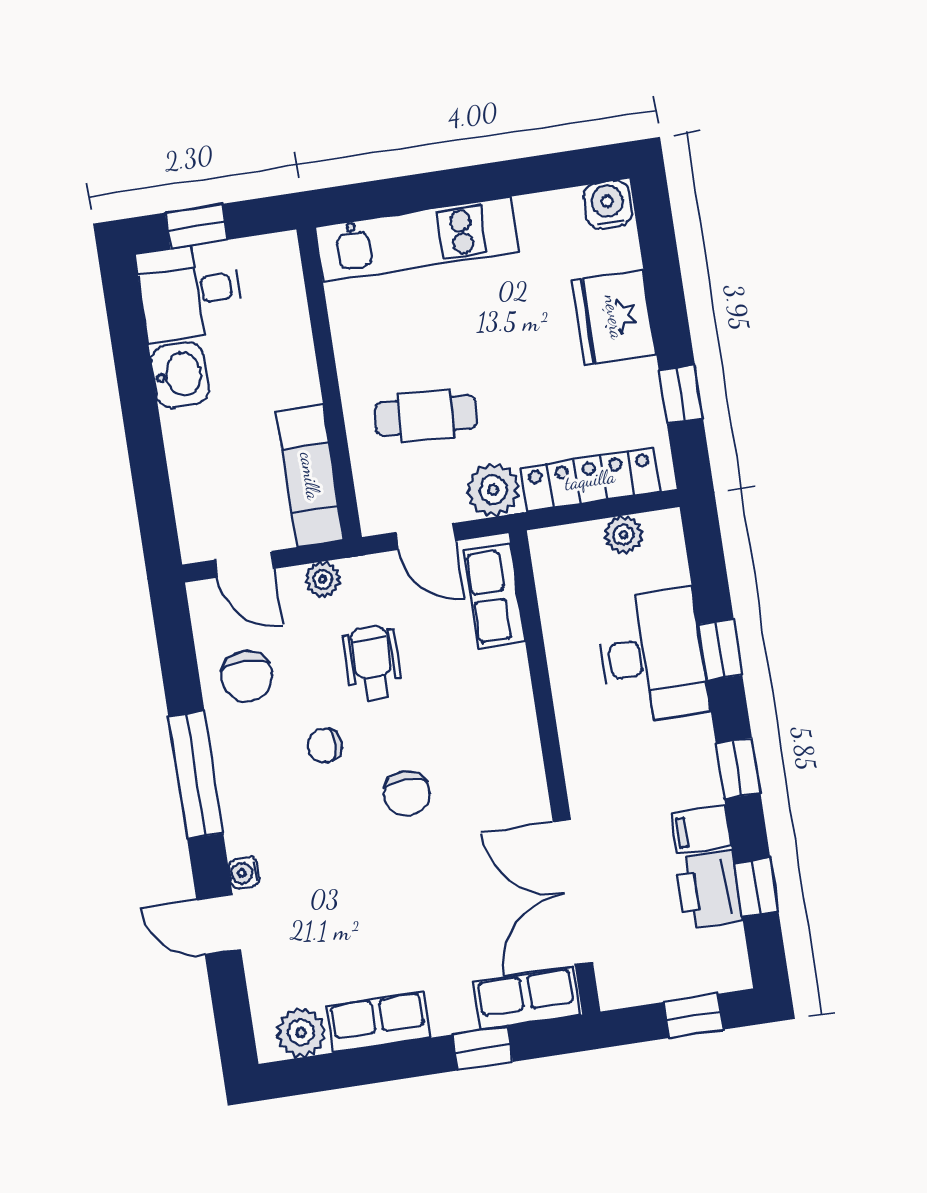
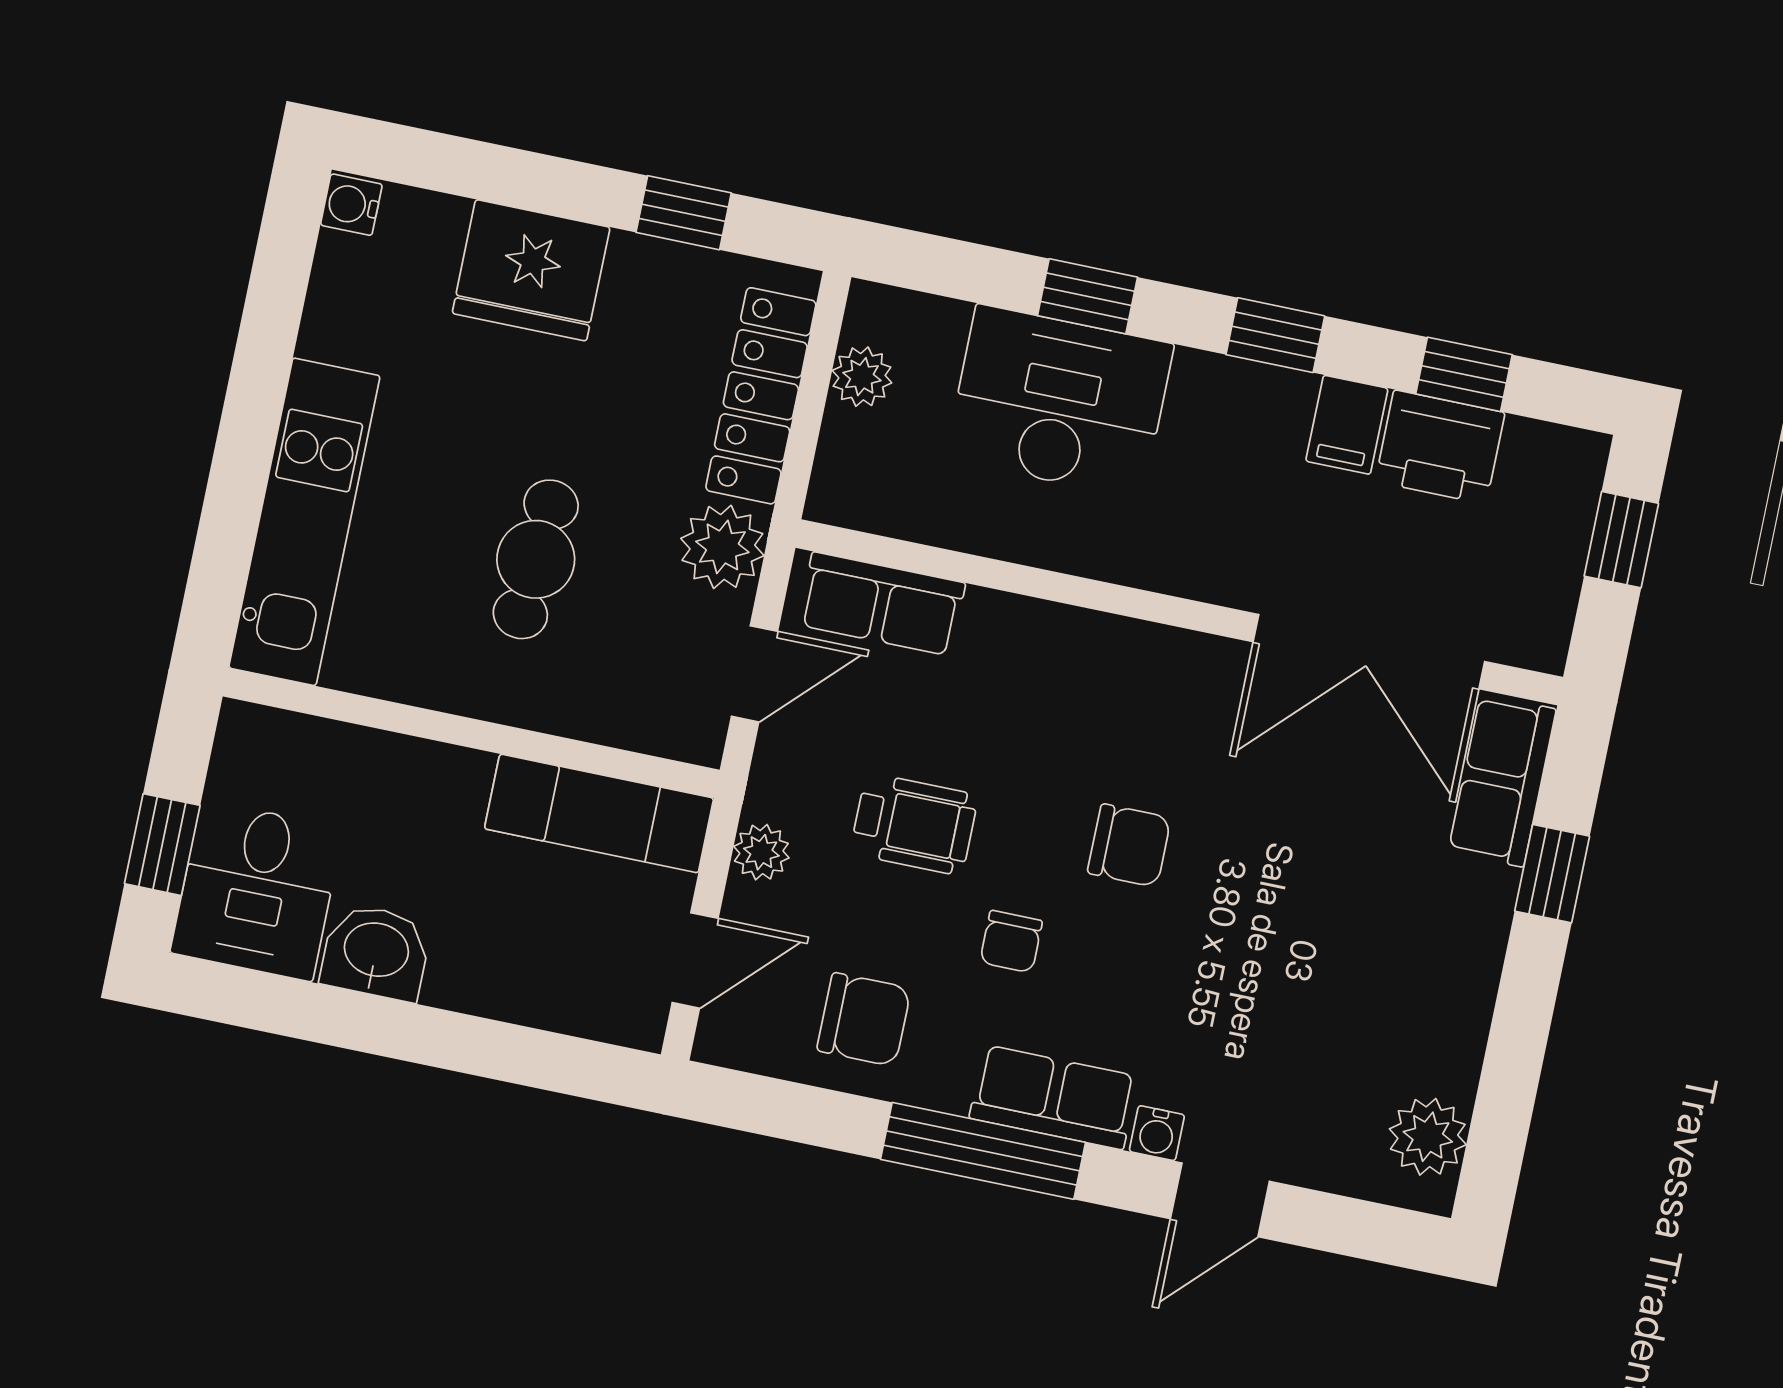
water cooler: (608, 205) -> (351, 205), width x0.72, depth x0.72
cafe table: (426, 415) -> (536, 559), moved
wheelchair: (372, 663) -> (914, 824), turned 180
row of seats: (378, 1022) -> (1054, 1097), moved, turned 90

